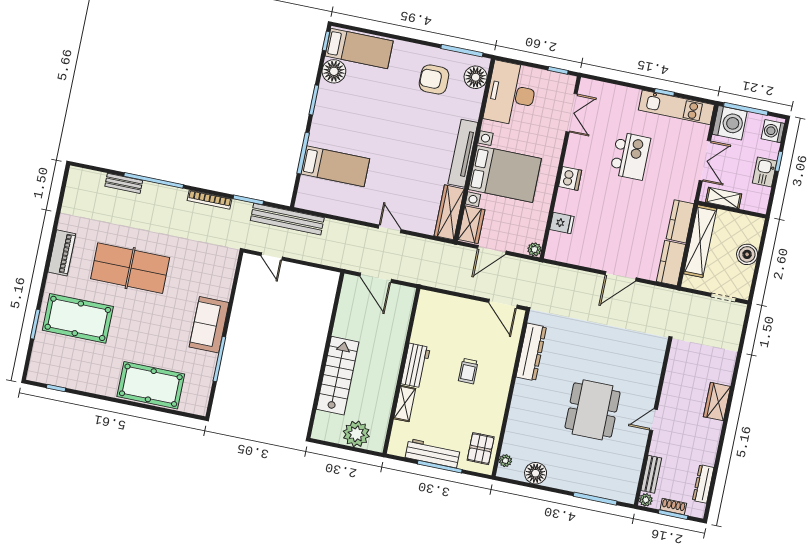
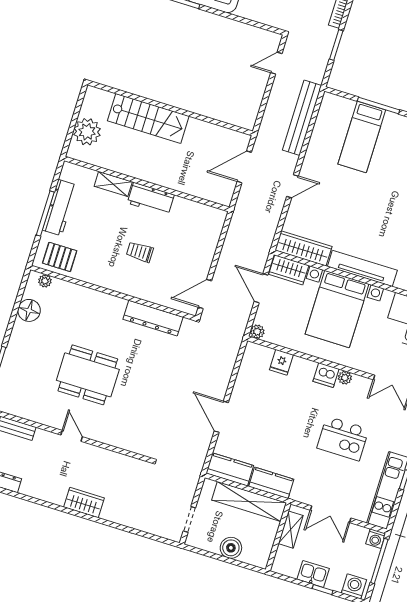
washing machine: (730, 123) -> (376, 539), width x0.53, depth x0.53
plant: (571, 160) -> (345, 378), added
bench: (287, 219) -> (302, 118), moved

